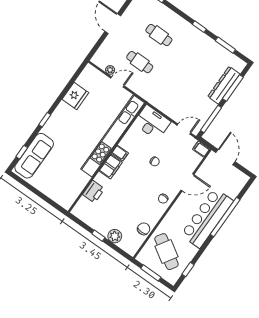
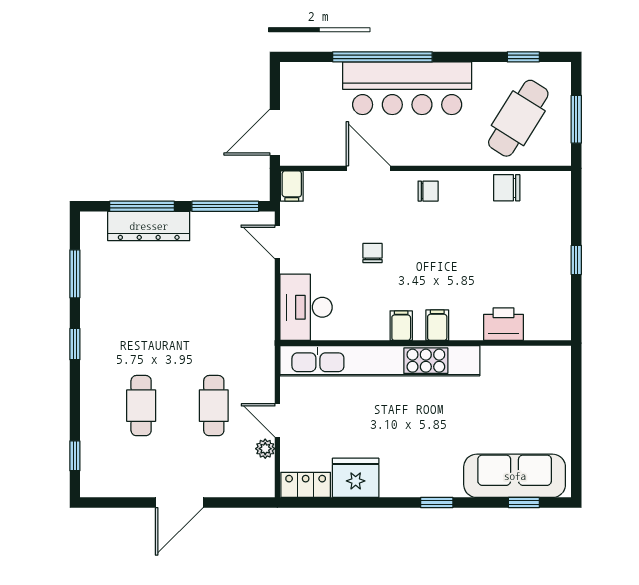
locker: (86, 75) -> (306, 485), added
filing cabinet: (111, 167) -> (437, 325), width x0.50
plant: (115, 236) -> (556, 230), removed

